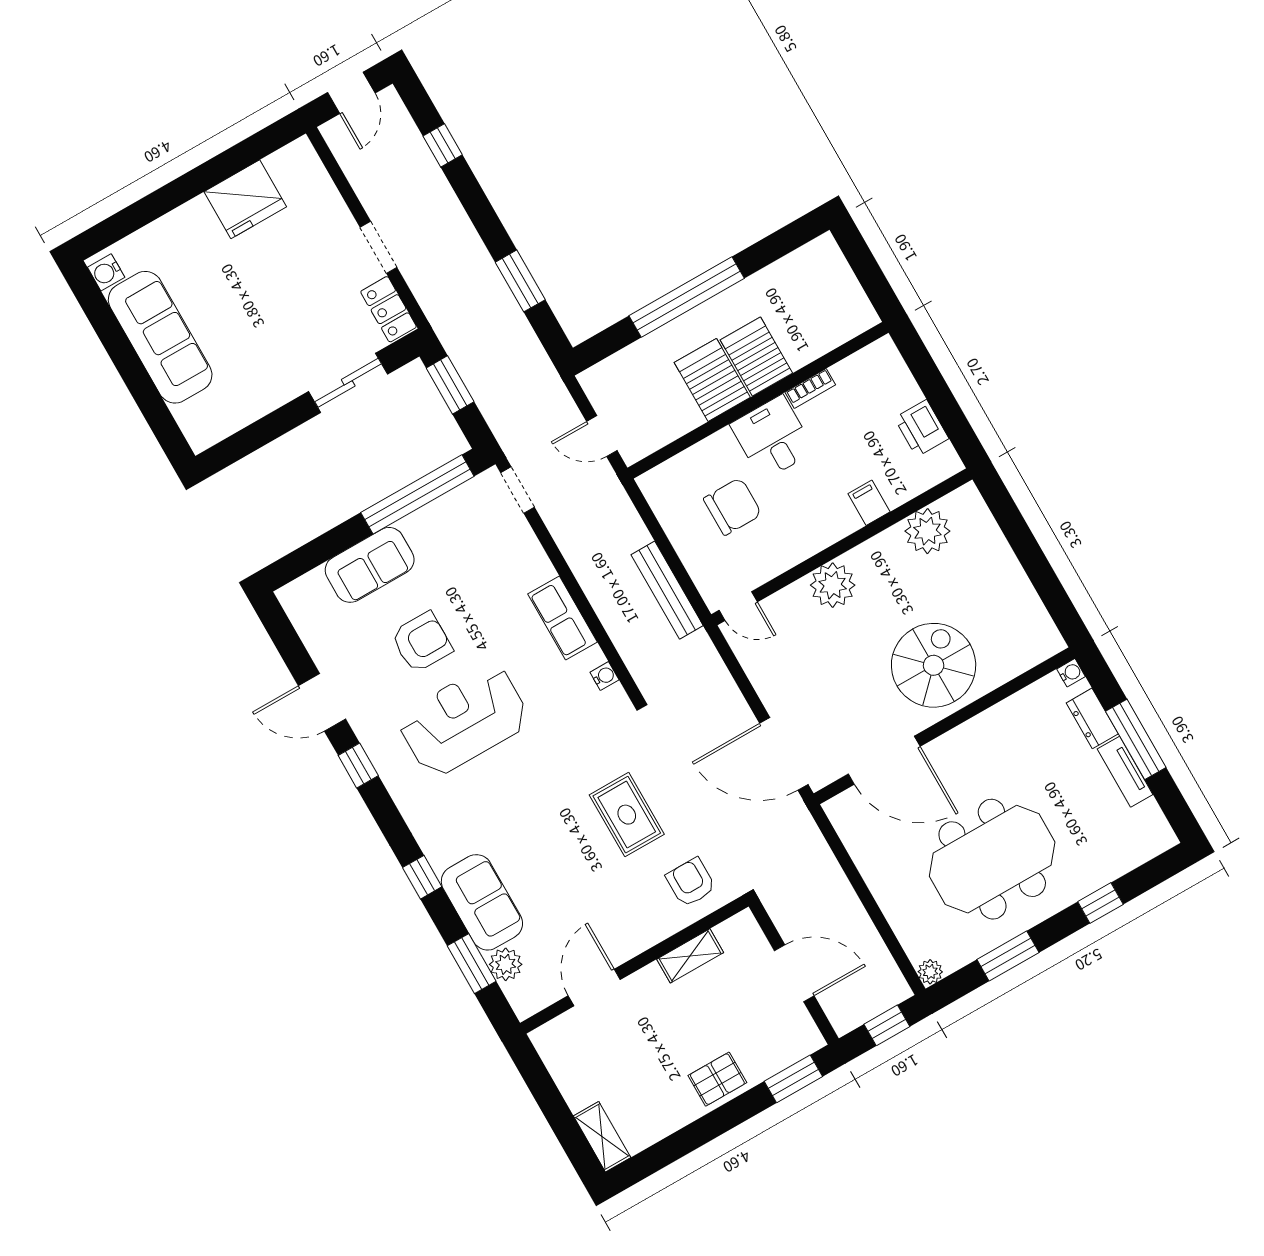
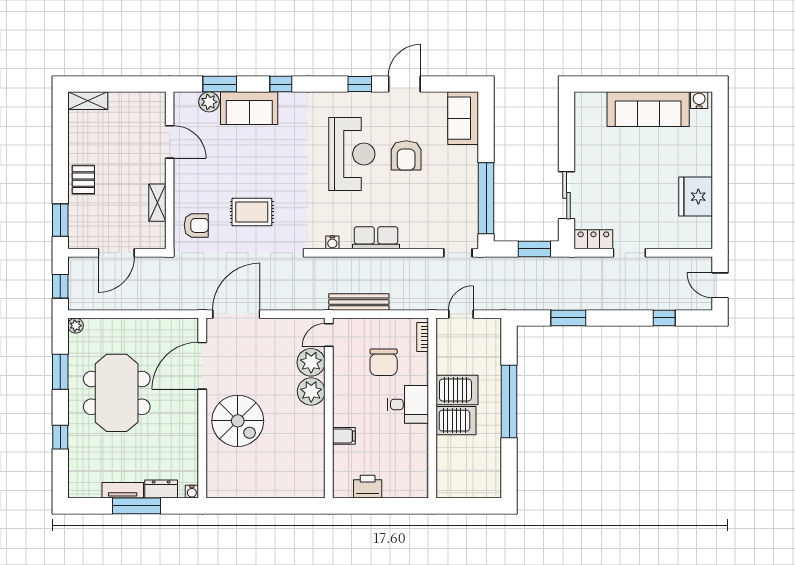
bookcase: (810, 388) -> (423, 337), moved
plant: (927, 531) -> (311, 362), moved
sofa: (370, 565) -> (463, 118), moved

